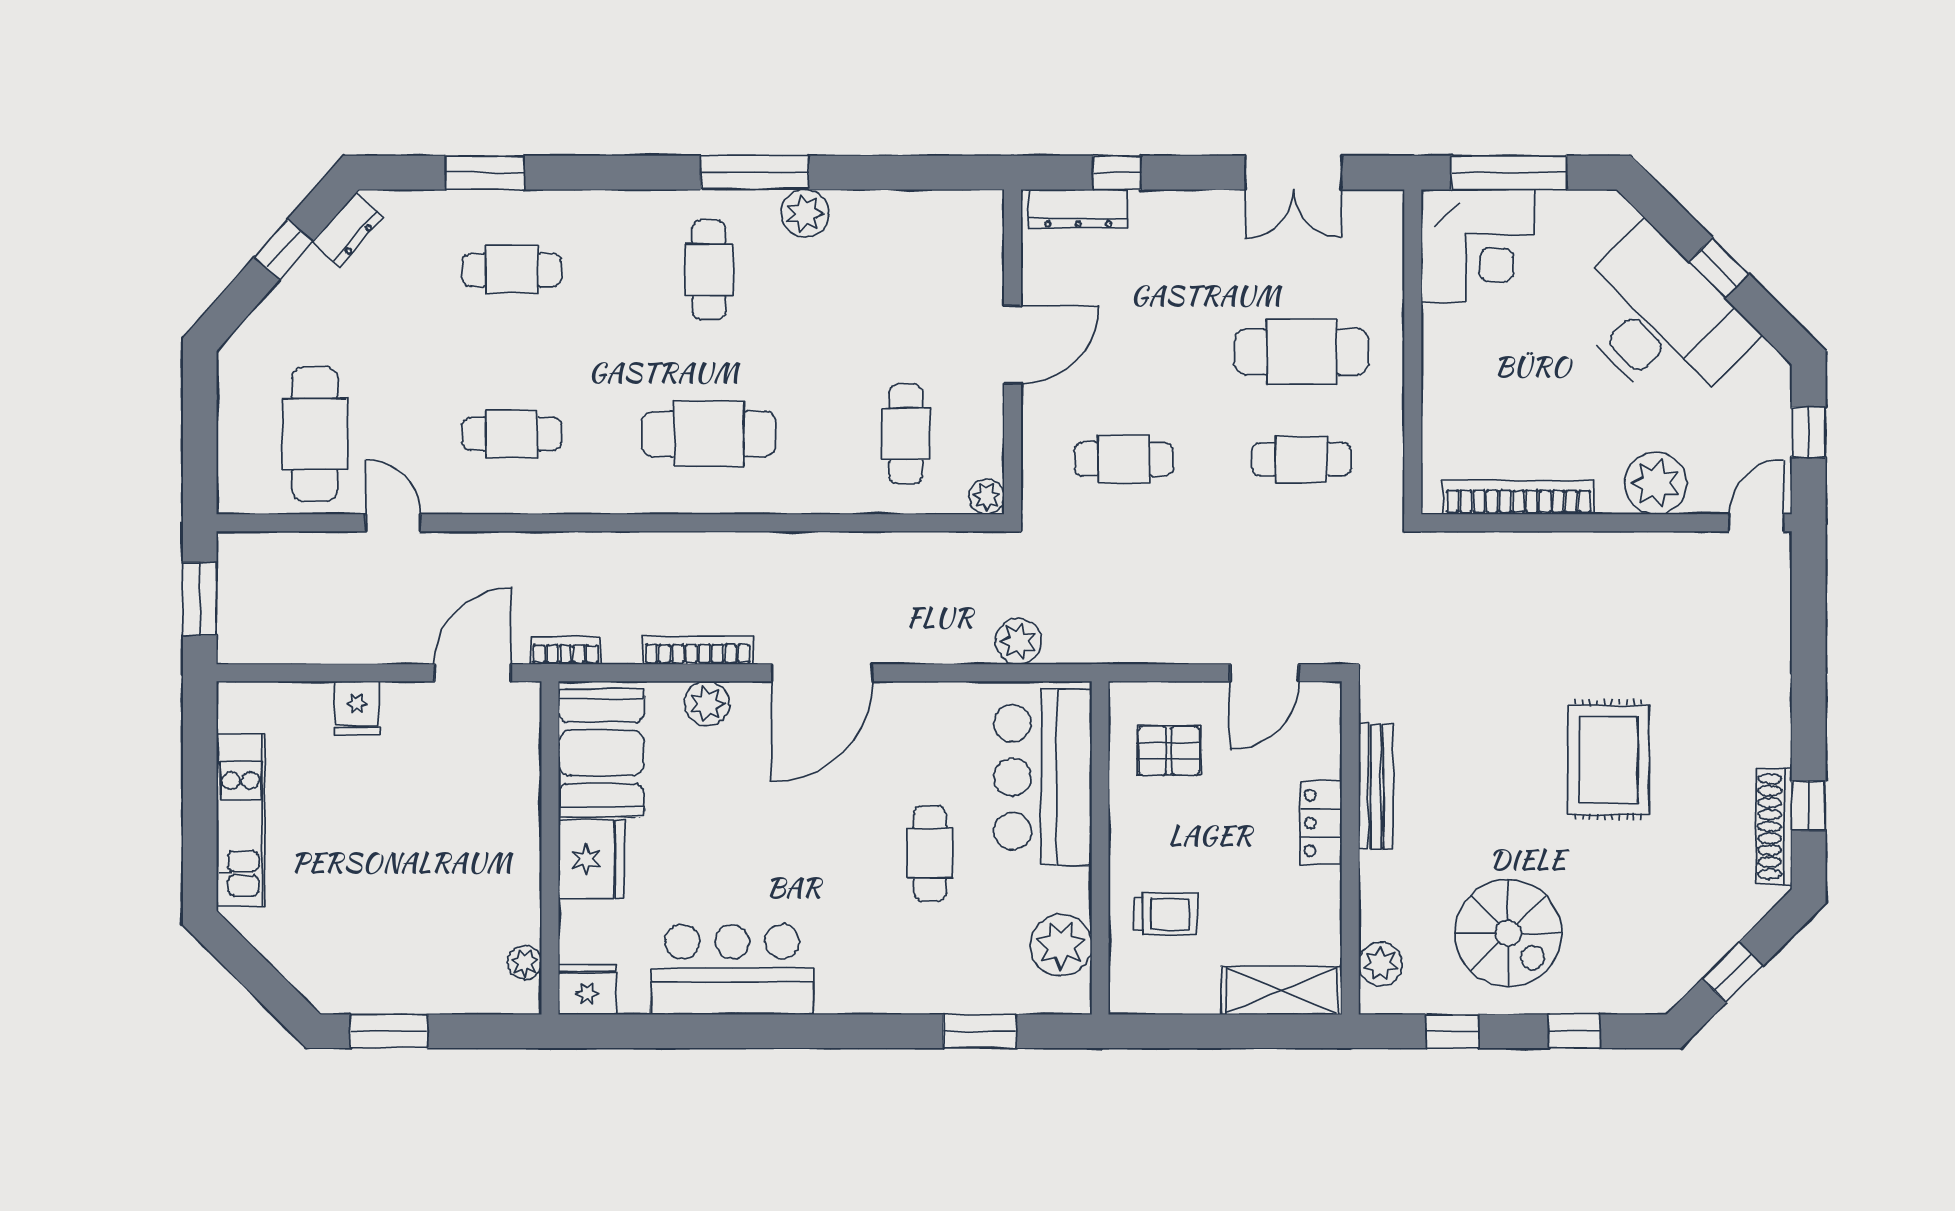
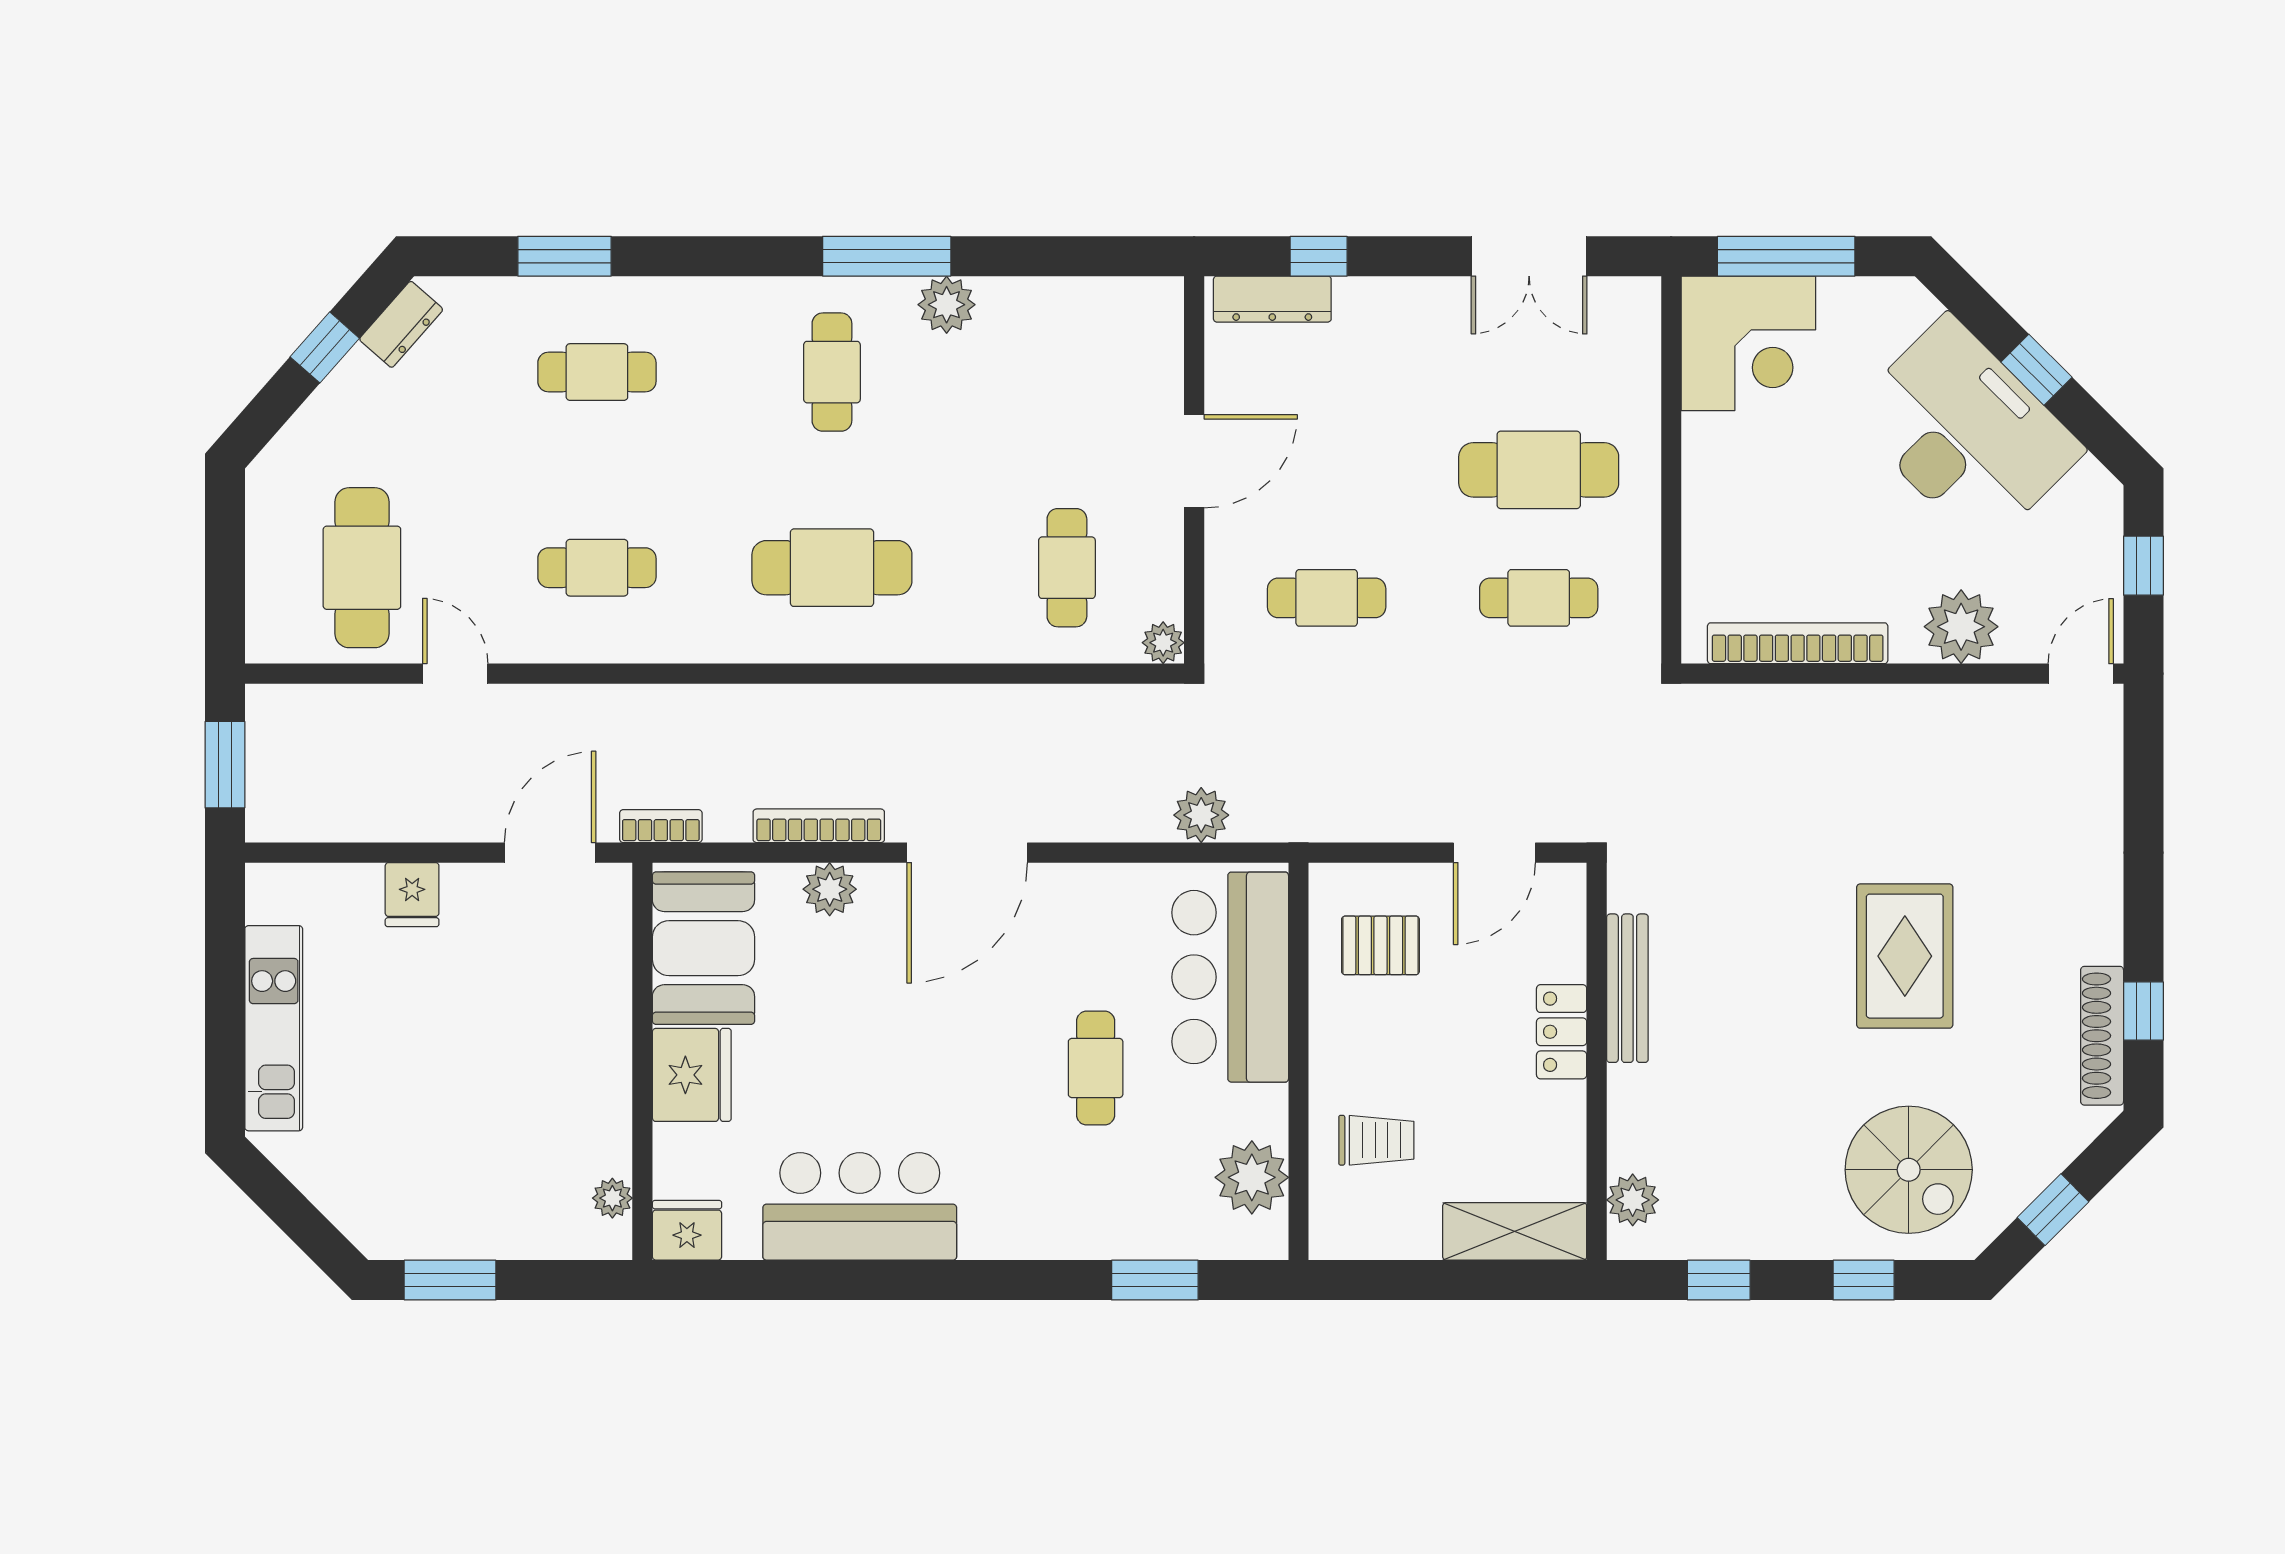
spiral stairs: (1508, 933) -> (1909, 1170), moved

